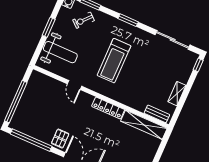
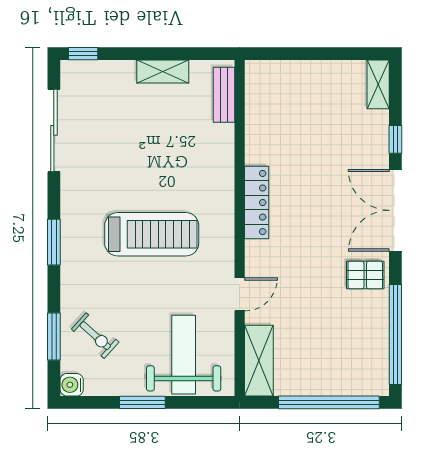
shelving: (144, 125) -> (259, 361), moved, width x0.68

